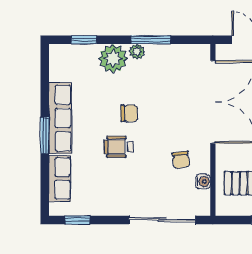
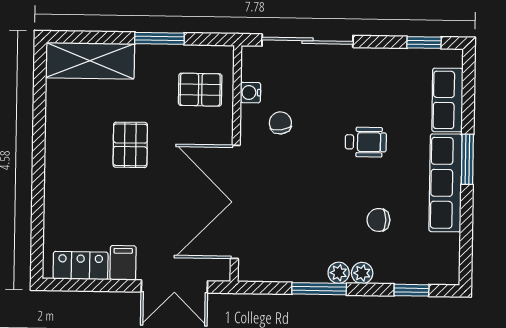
plant: (113, 58) -> (362, 273), width x0.53, depth x0.53
chair: (129, 113) -> (378, 220), moved

